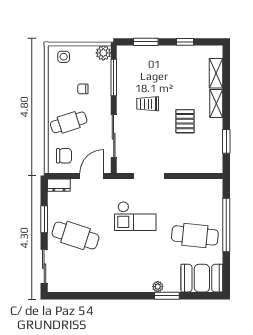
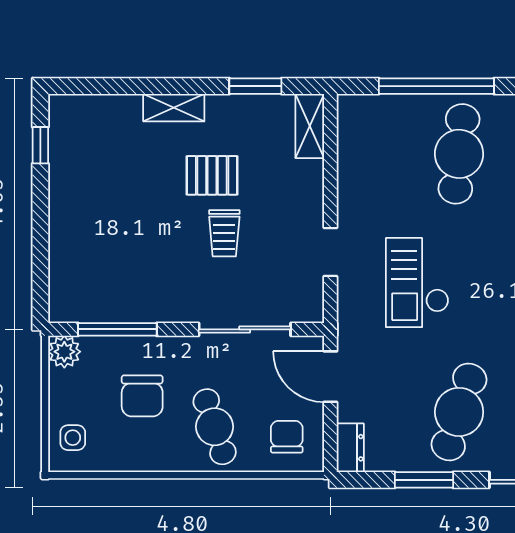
window: (146, 42) -> (40, 260), removed
window: (185, 42) -> (40, 145), moved
shelving: (216, 73) -> (310, 126), moved, turned 90
chair: (83, 89) -> (142, 396), width x1.87, depth x1.87
trolley: (148, 104) -> (224, 233), moved
doorway: (149, 176) -> (330, 252), width x0.73
checkout: (135, 216) -> (417, 283), turned 180

